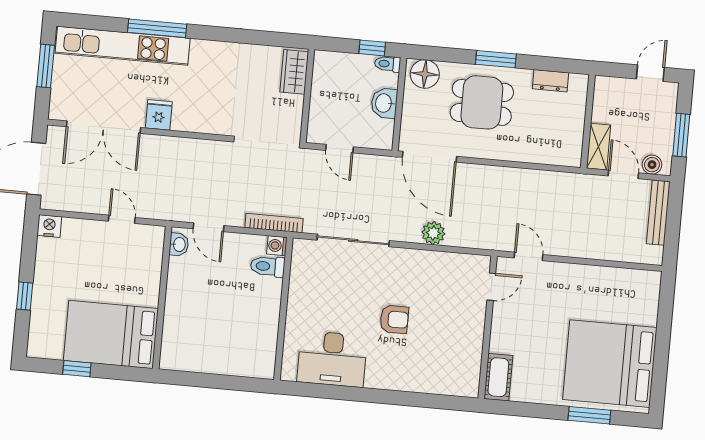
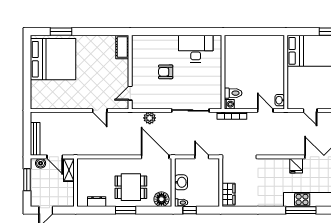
door: (491, 287) -> (130, 93), moved
wall: (488, 327) -> (130, 72), moved
cot: (498, 377) -> (122, 47), moved

